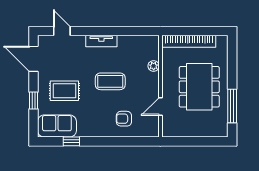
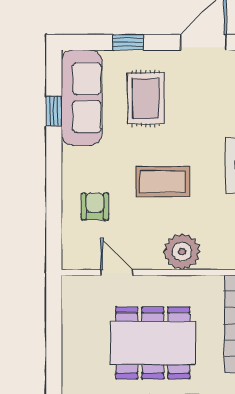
plant: (154, 66) -> (182, 252), width x1.88, depth x1.88
coffee table: (110, 81) -> (163, 182), turned 90
sofa: (57, 126) -> (82, 98), width x1.36

